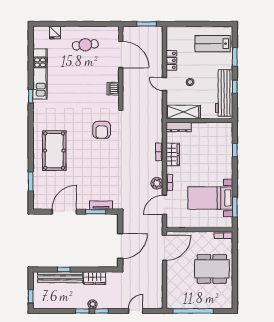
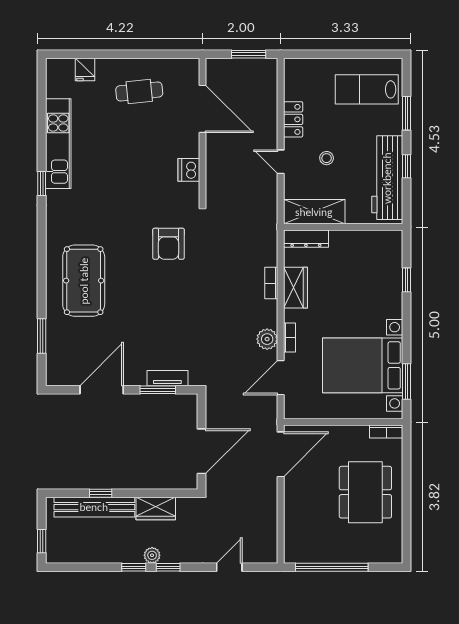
bed with nightstands: (210, 198) -> (363, 365), width x1.36
dining table: (212, 269) -> (365, 492), turned 90

